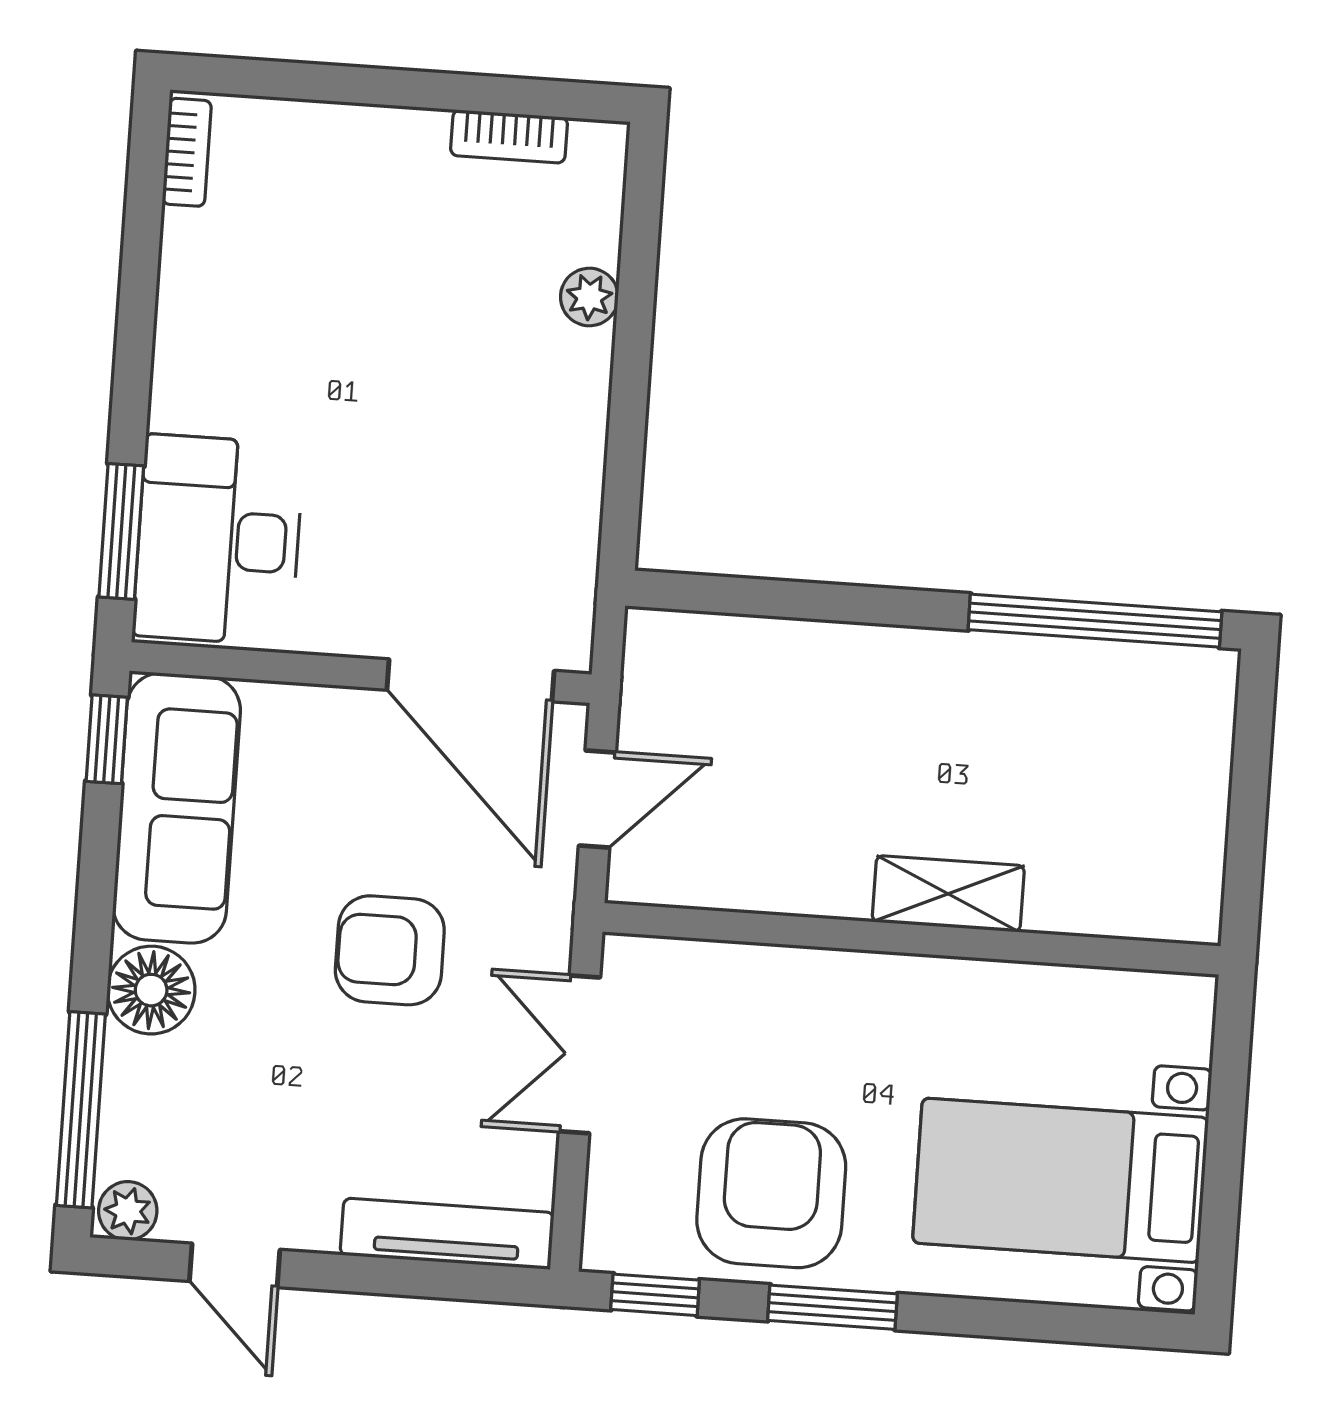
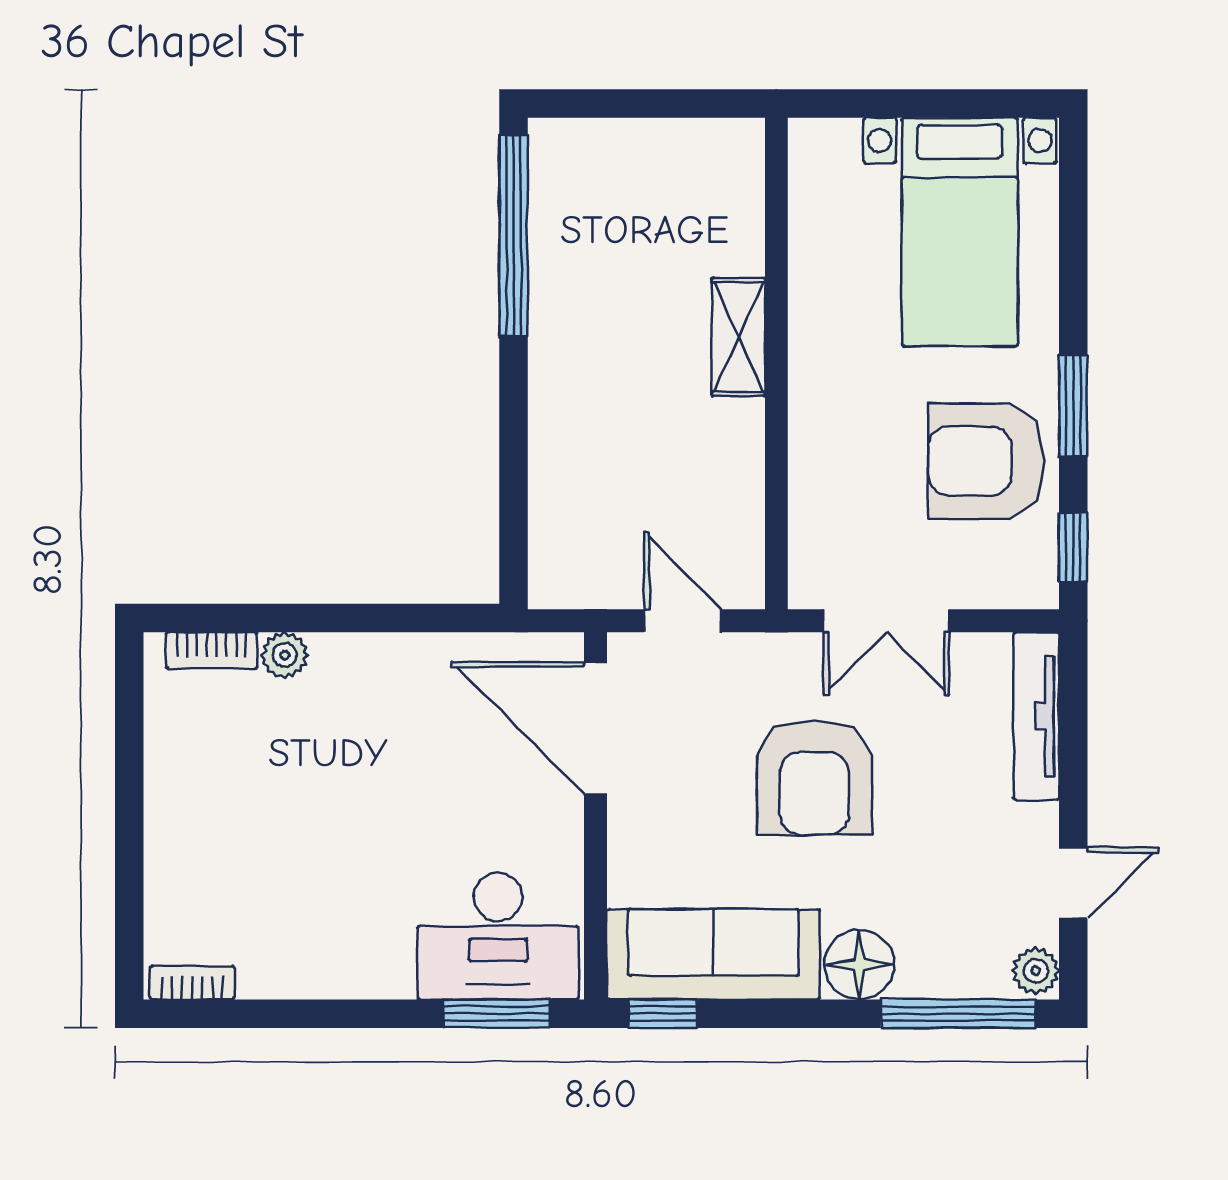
bookcase: (509, 136) -> (212, 650), moved, turned 90
door: (470, 680) -> (596, 728), swing flipped
armchair: (390, 950) -> (814, 777), width x1.36, depth x1.36

